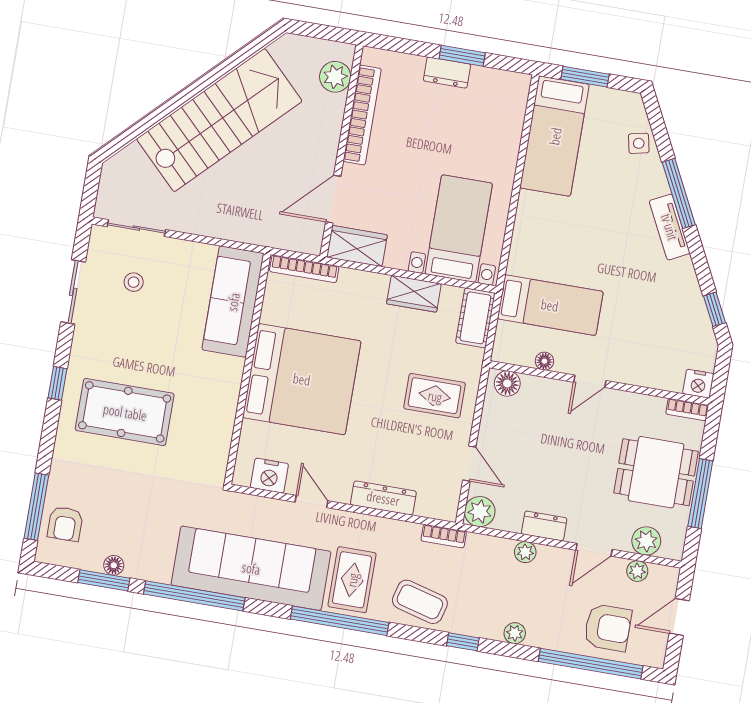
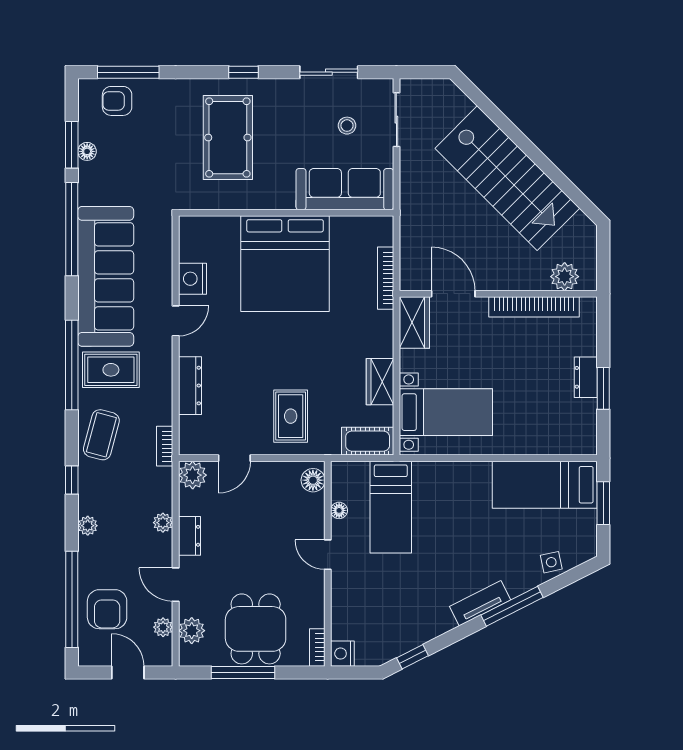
sofa: (233, 302) -> (345, 189), moved
wall: (247, 369) -> (286, 213), moved
bed: (302, 379) -> (285, 264), moved

